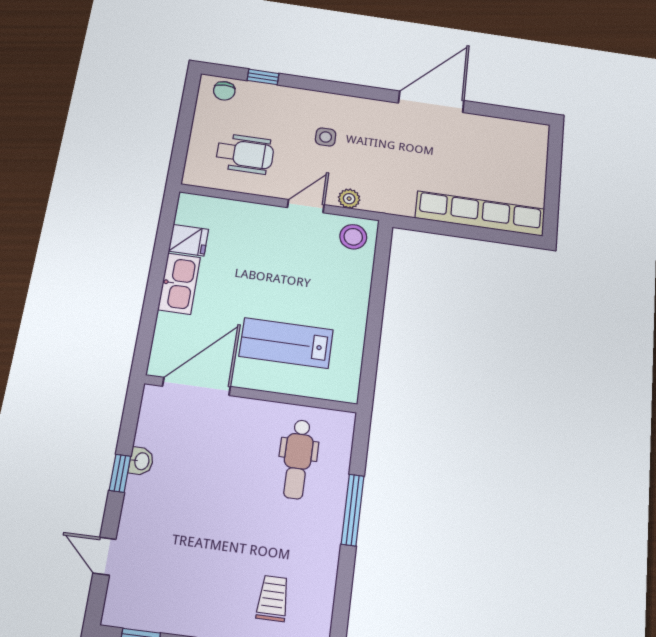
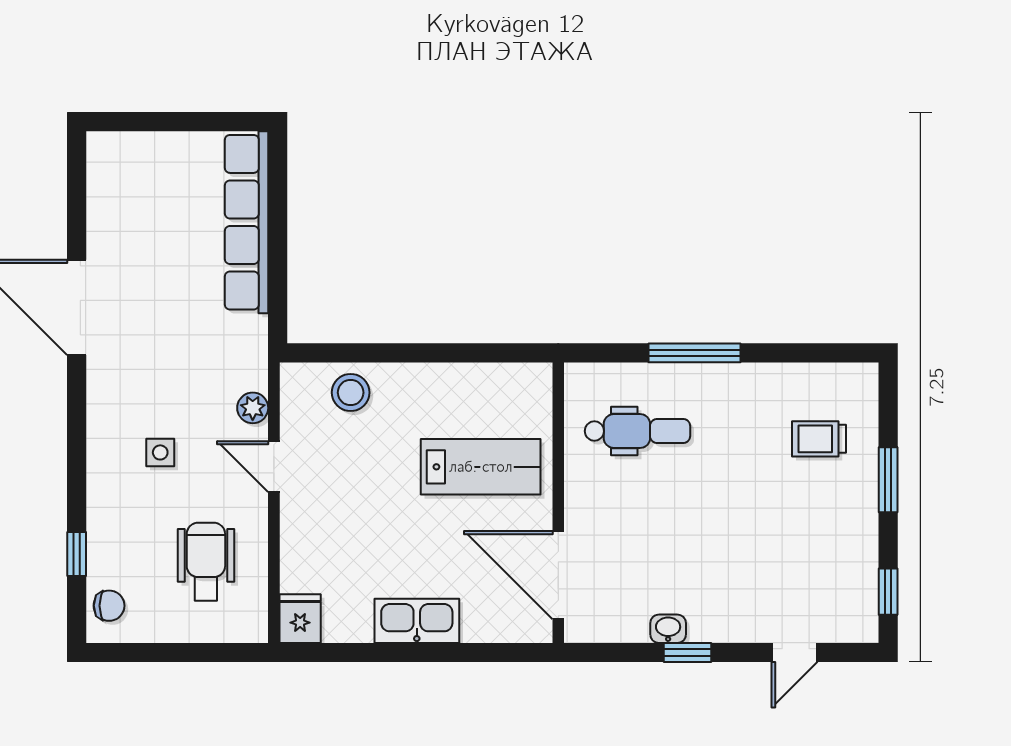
stool: (353, 237) -> (351, 393), moved
fridge: (189, 240) -> (300, 619), moved
lab bench: (286, 343) -> (481, 467), turned -90

